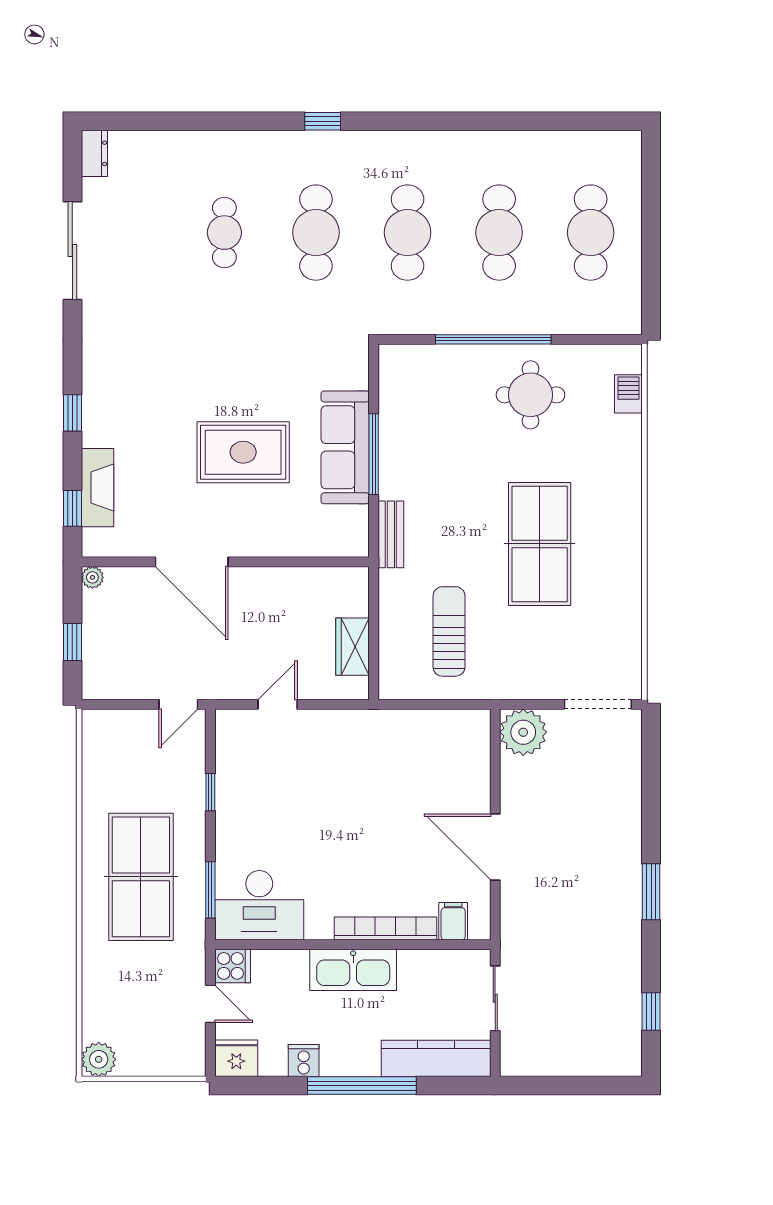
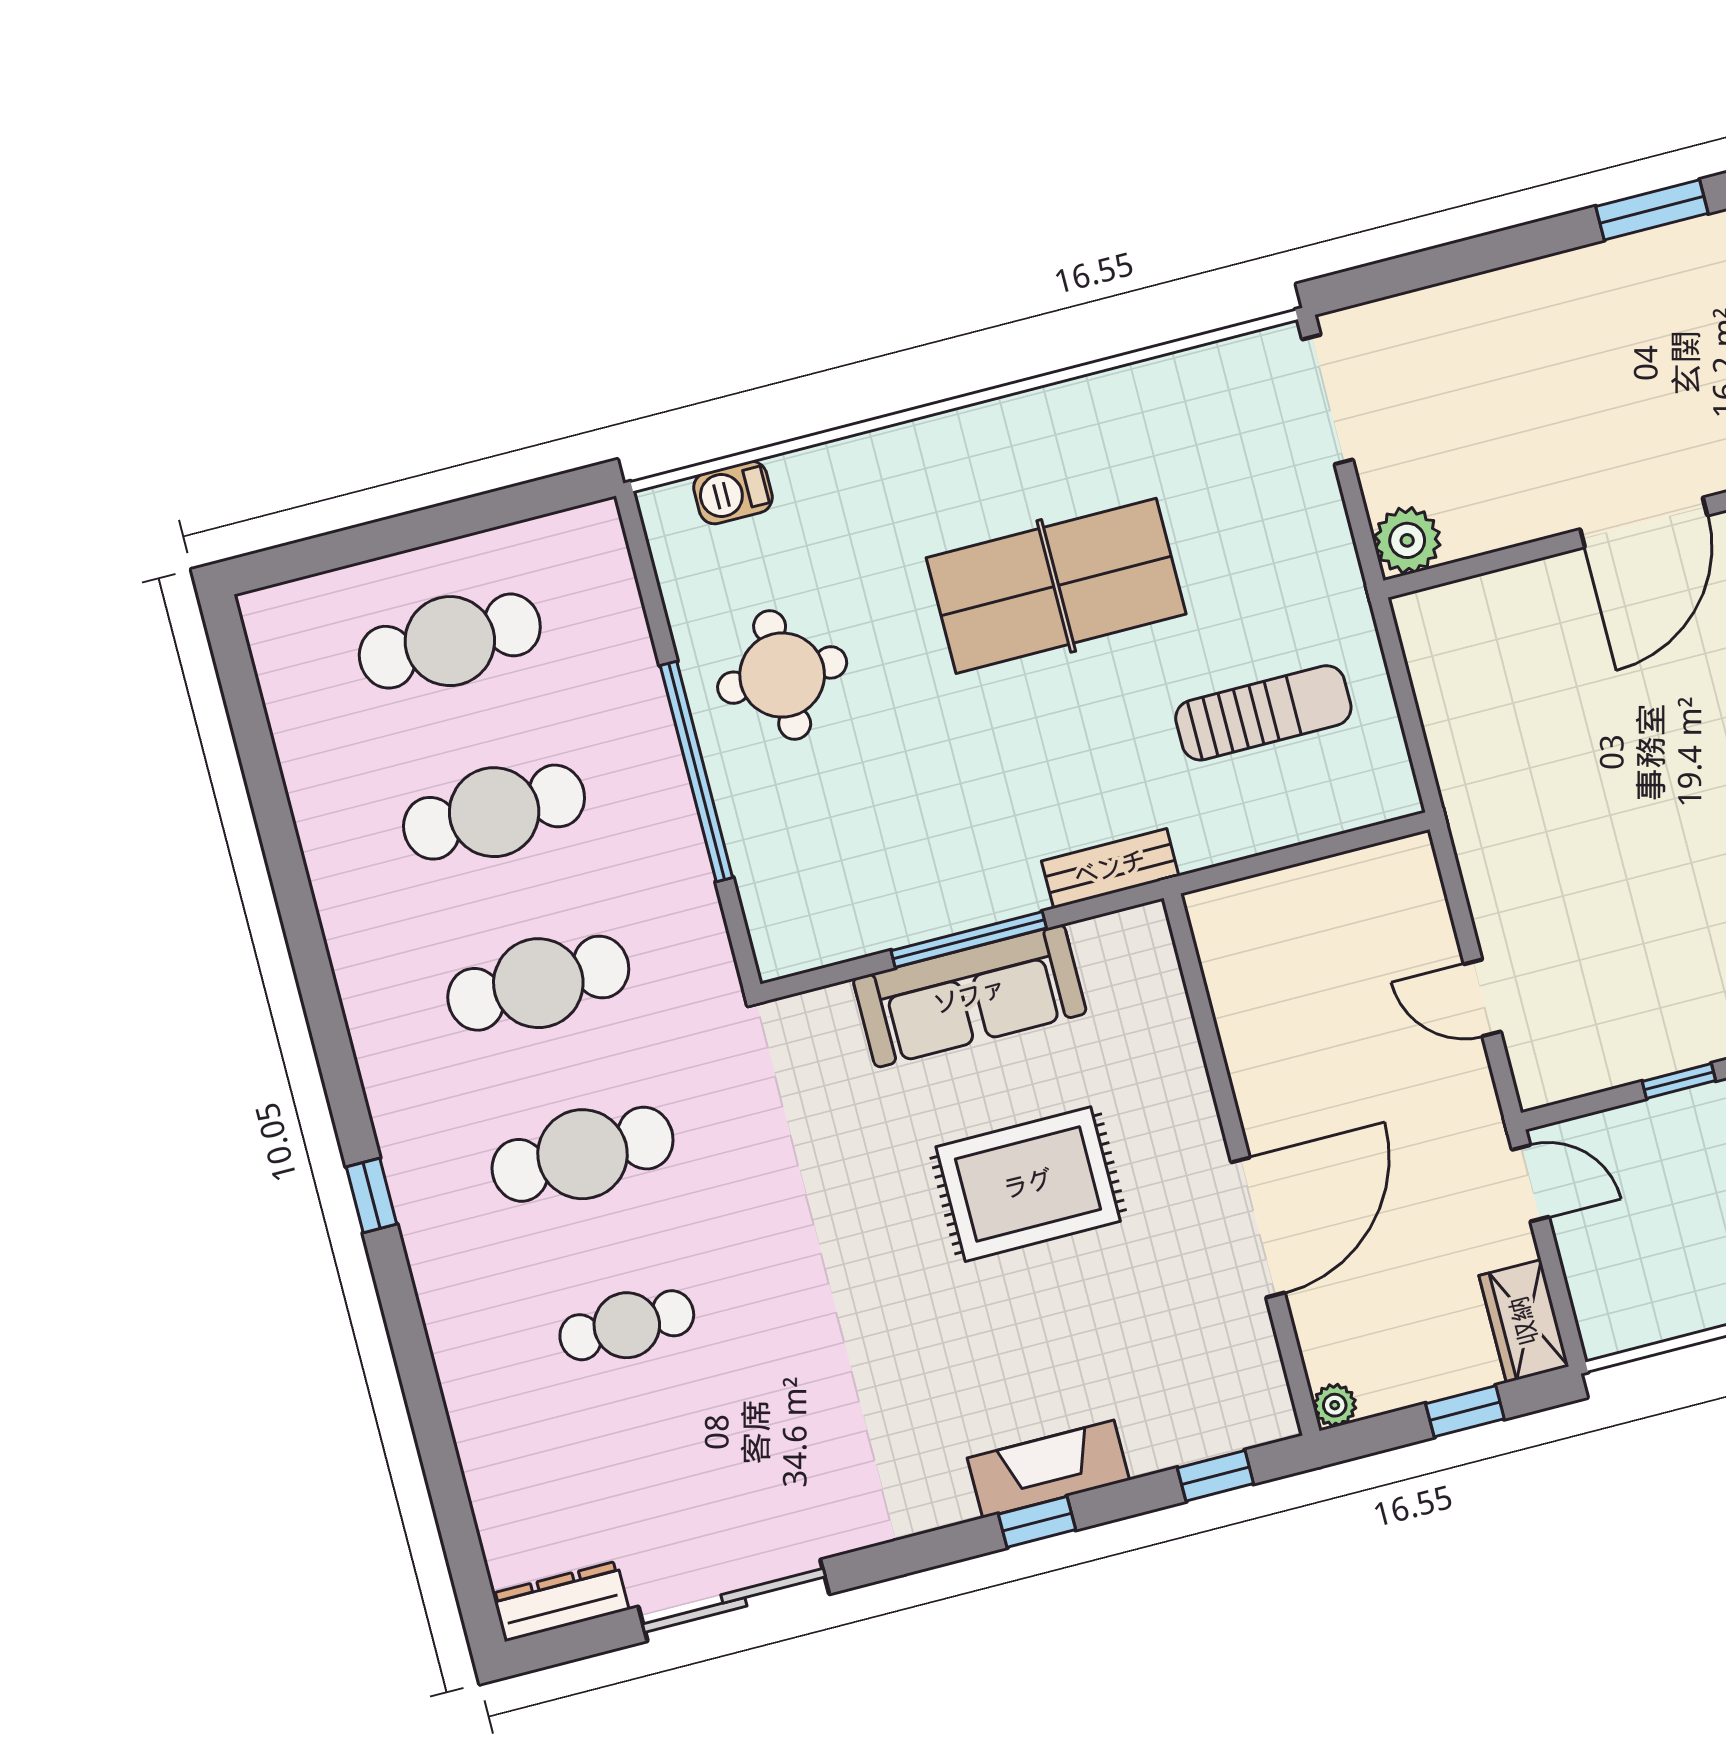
dresser: (94, 153) -> (561, 1601), width x1.44
rug: (243, 452) -> (1028, 1184), turned 90
fireplace: (98, 488) -> (1048, 1469), moved
sun lounger: (449, 631) -> (1263, 713), turned 180
wardrobe: (352, 647) -> (1524, 1321), moved, turned 90
plant: (523, 732) -> (1407, 540), width x0.73, depth x0.73

